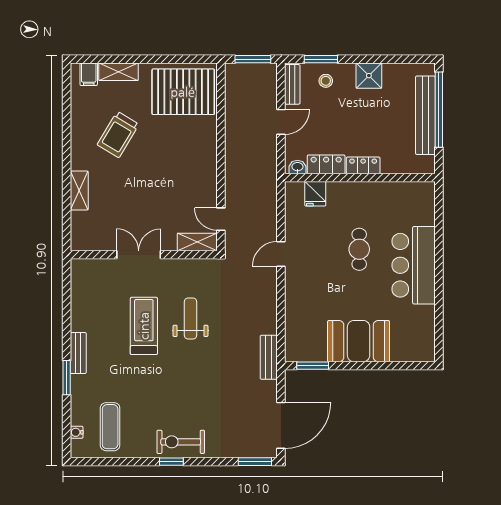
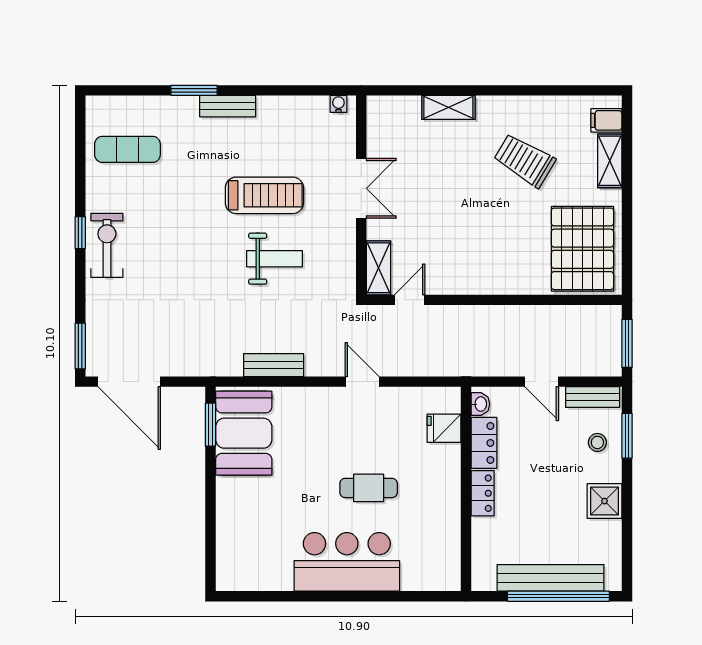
booth: (359, 341) -> (244, 433), moved
bench: (269, 357) -> (274, 365), moved
water cooler: (77, 432) -> (338, 104), moved

